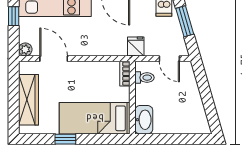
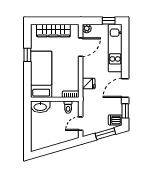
fridge: (136, 46) -> (89, 84), moved

